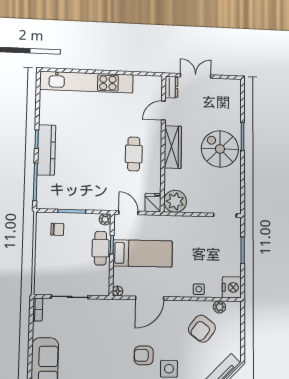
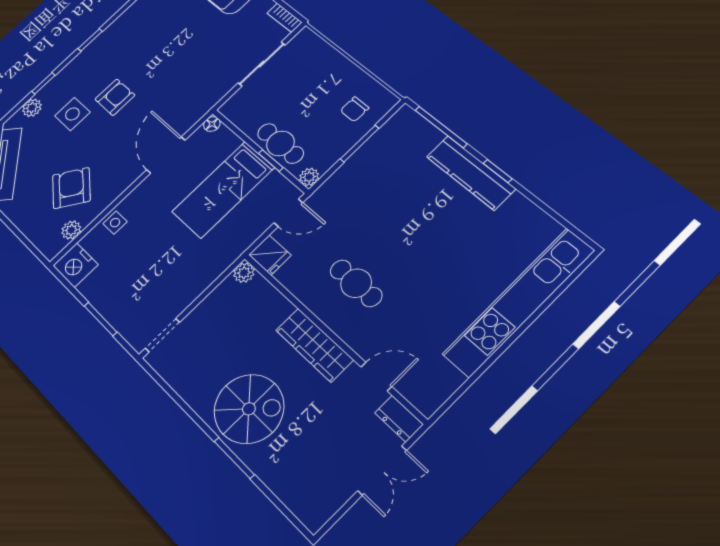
door: (163, 111) -> (376, 377), hinge flipped
plant: (175, 201) -> (244, 273), width x0.53, depth x0.53

